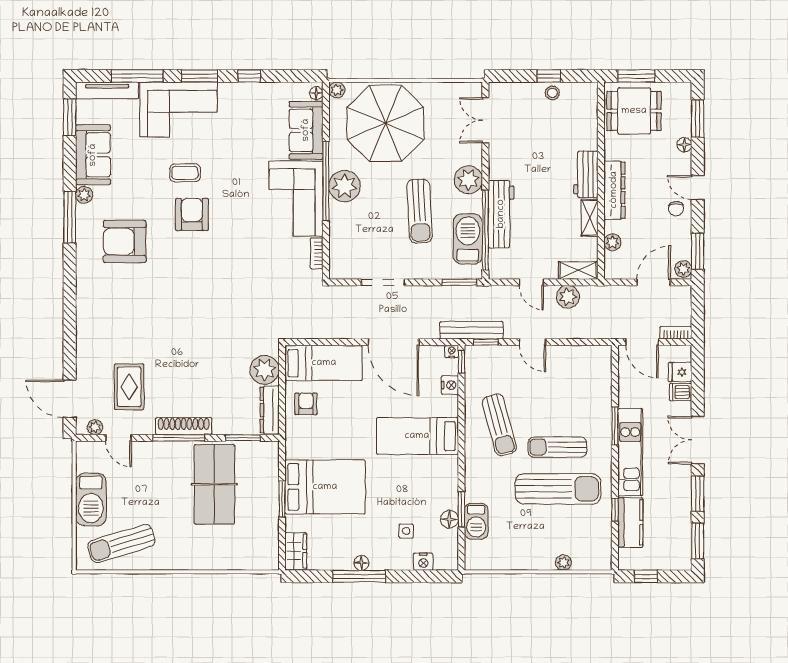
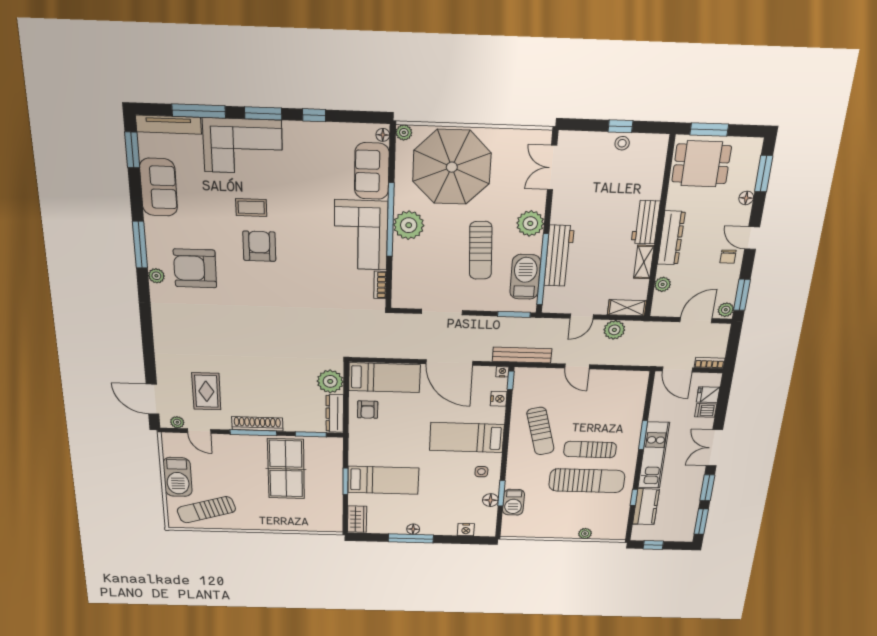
plant: (84, 195) -> (156, 276), moved
door: (531, 282) -> (582, 317), hinge flipped
window: (486, 342) -> (534, 365), removed
armchair: (306, 404) -> (368, 410), turned 180
bed: (325, 487) -> (383, 480), width x0.67
side table: (406, 531) -> (481, 472), moved

